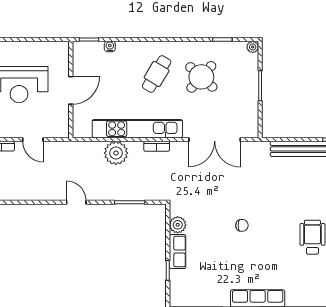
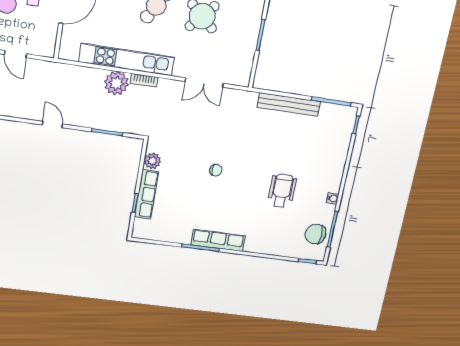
double door: (215, 140) -> (204, 82), width x0.73
plant: (116, 153) -> (116, 83), moved
row of seats: (178, 252) -> (146, 194), width x1.48

